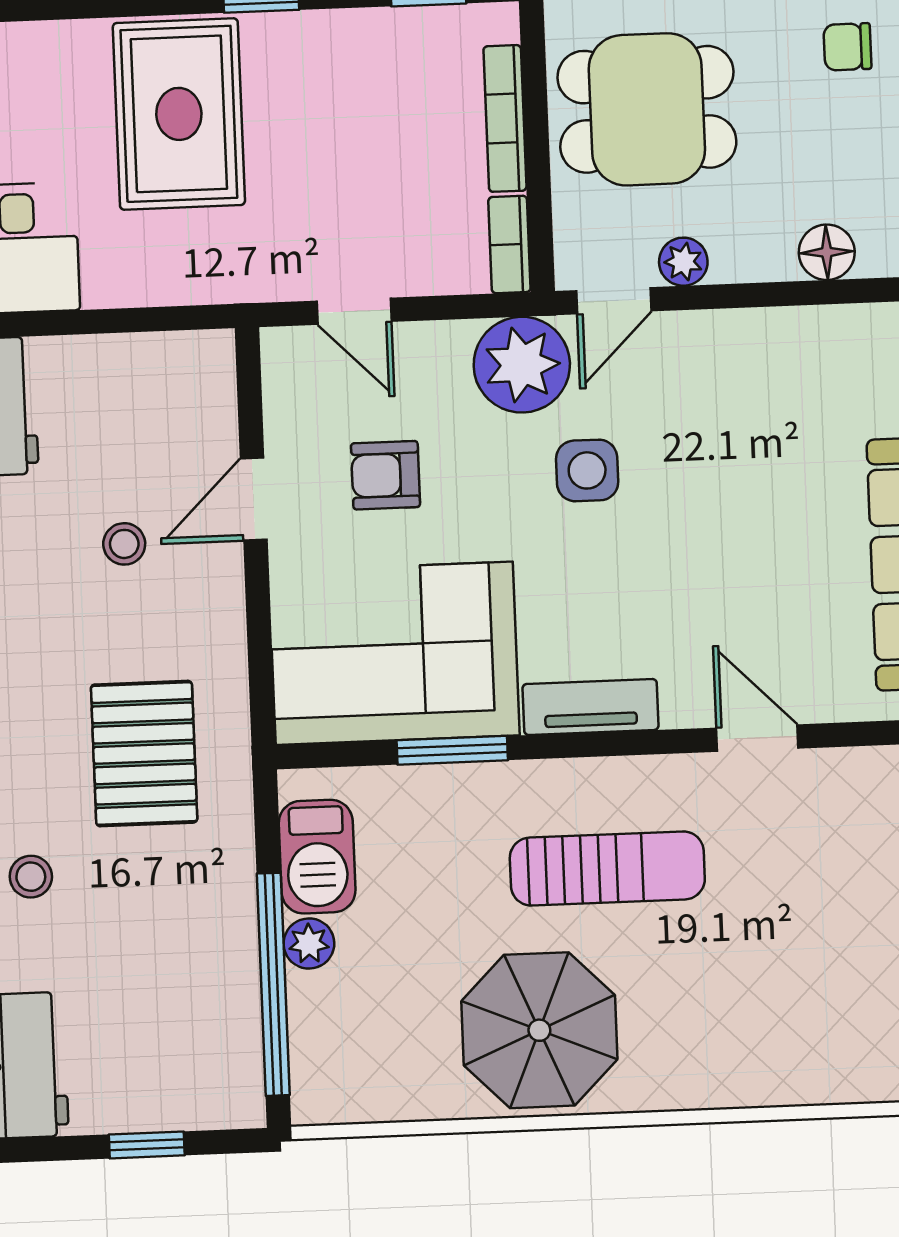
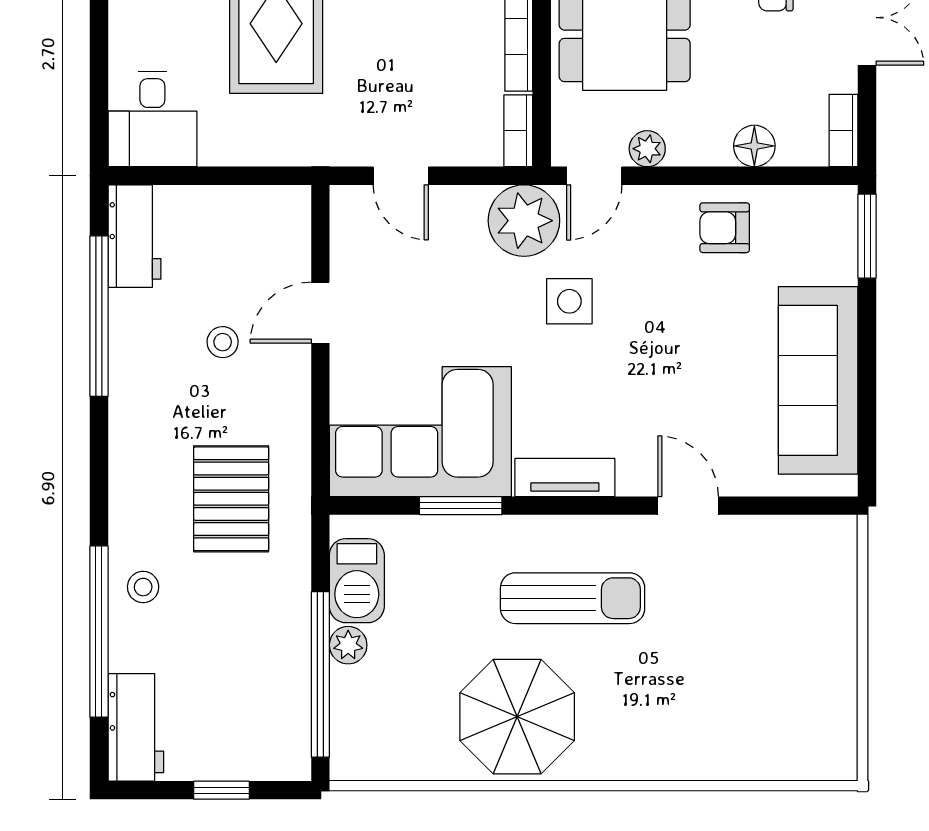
armchair: (386, 475) -> (725, 228), moved

